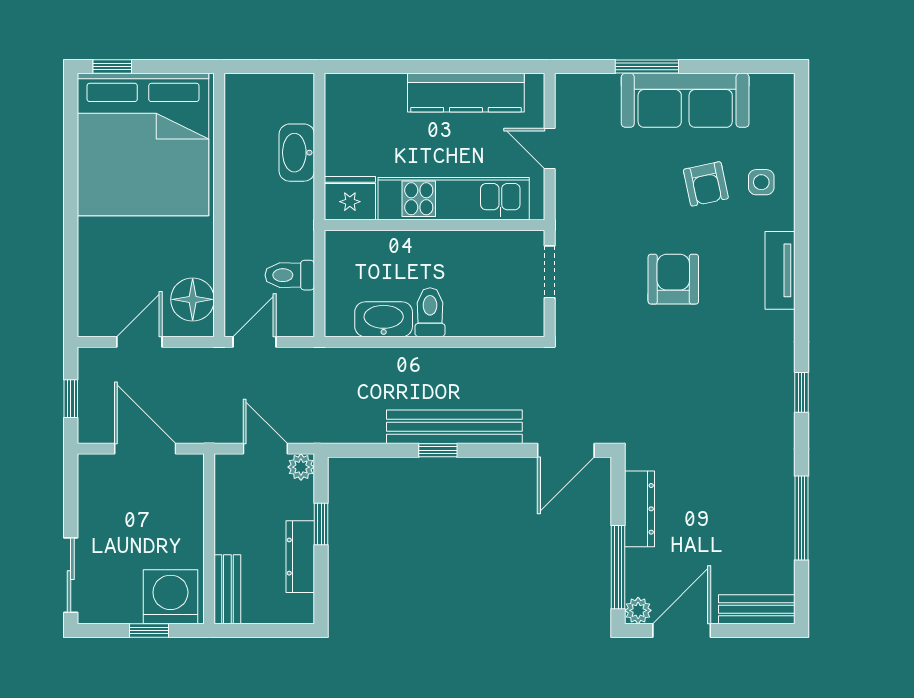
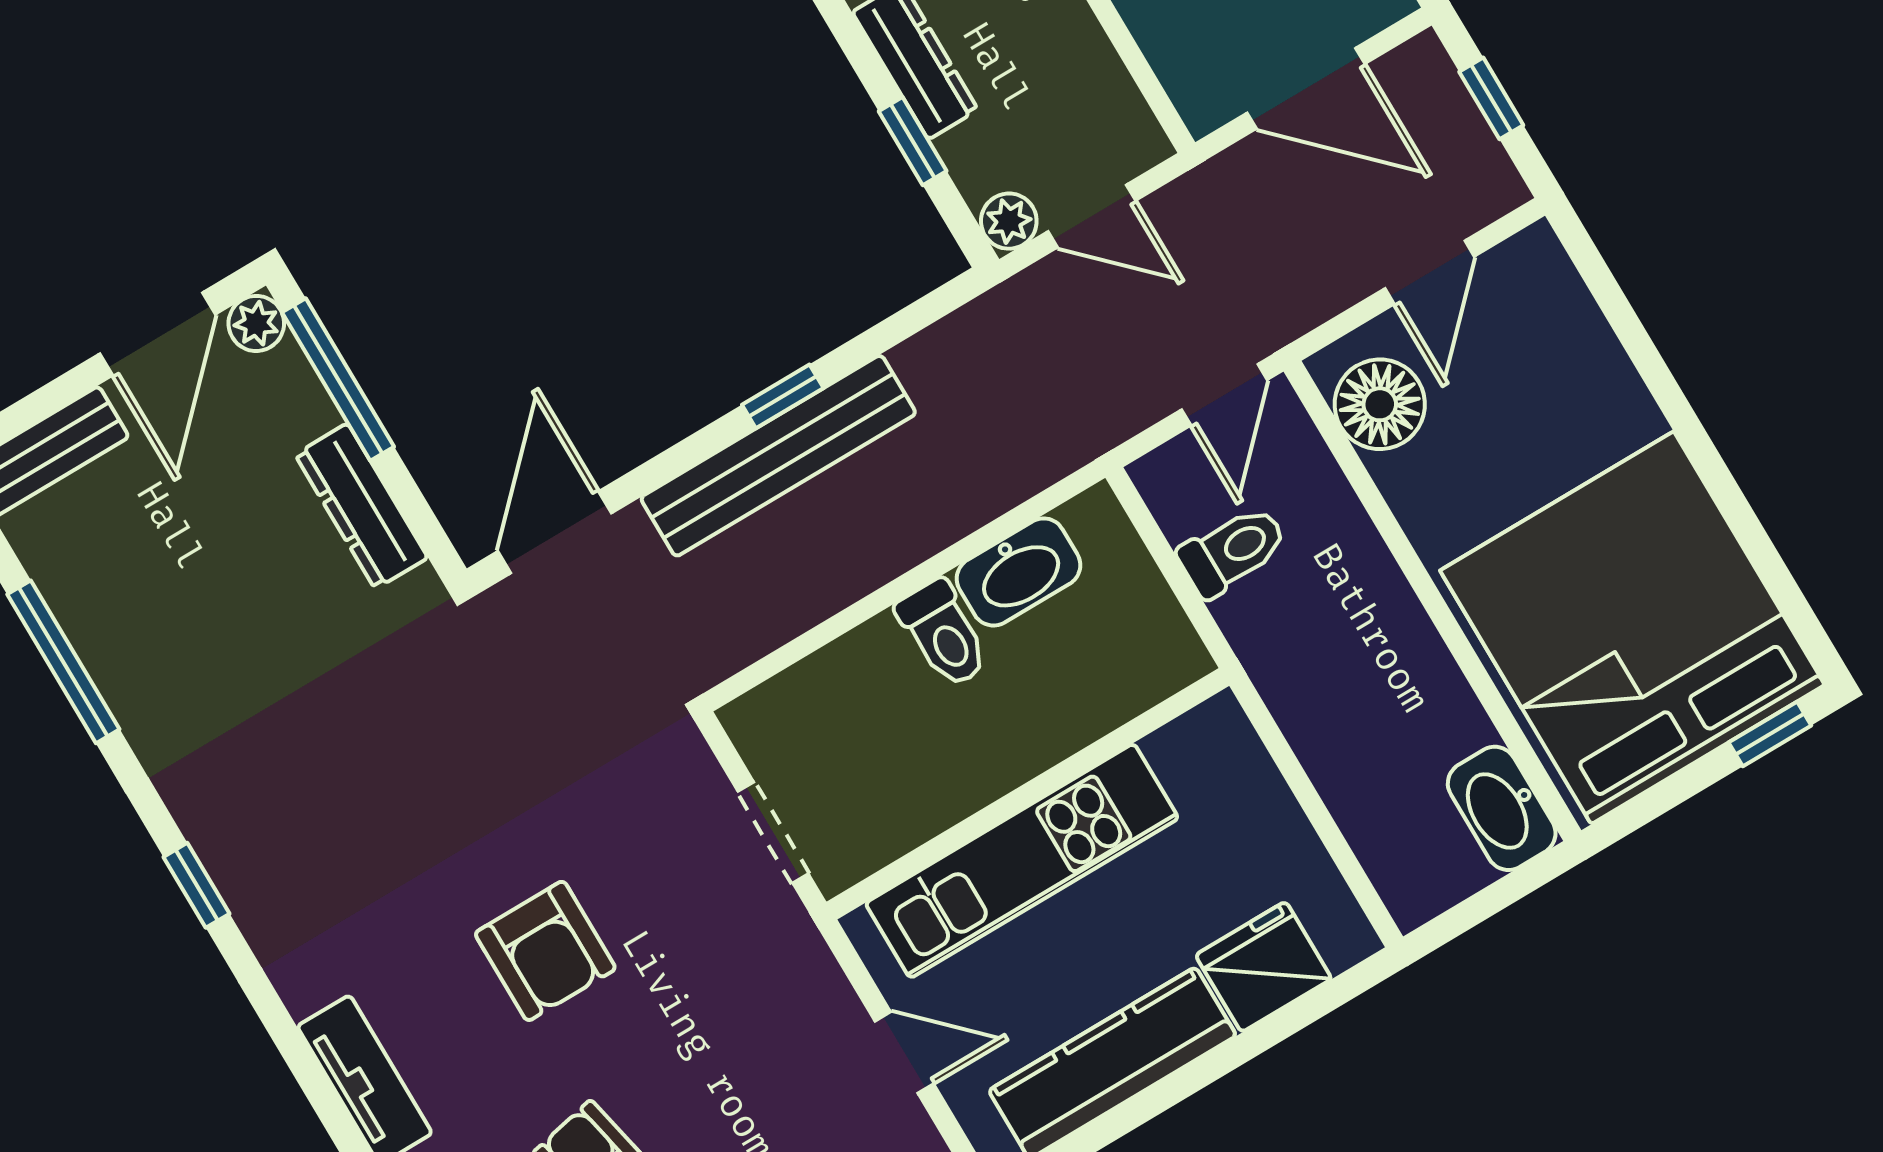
washbasin: (297, 153) -> (1502, 808), moved, turned 180
fridge: (350, 198) -> (1264, 967), moved, turned 180

